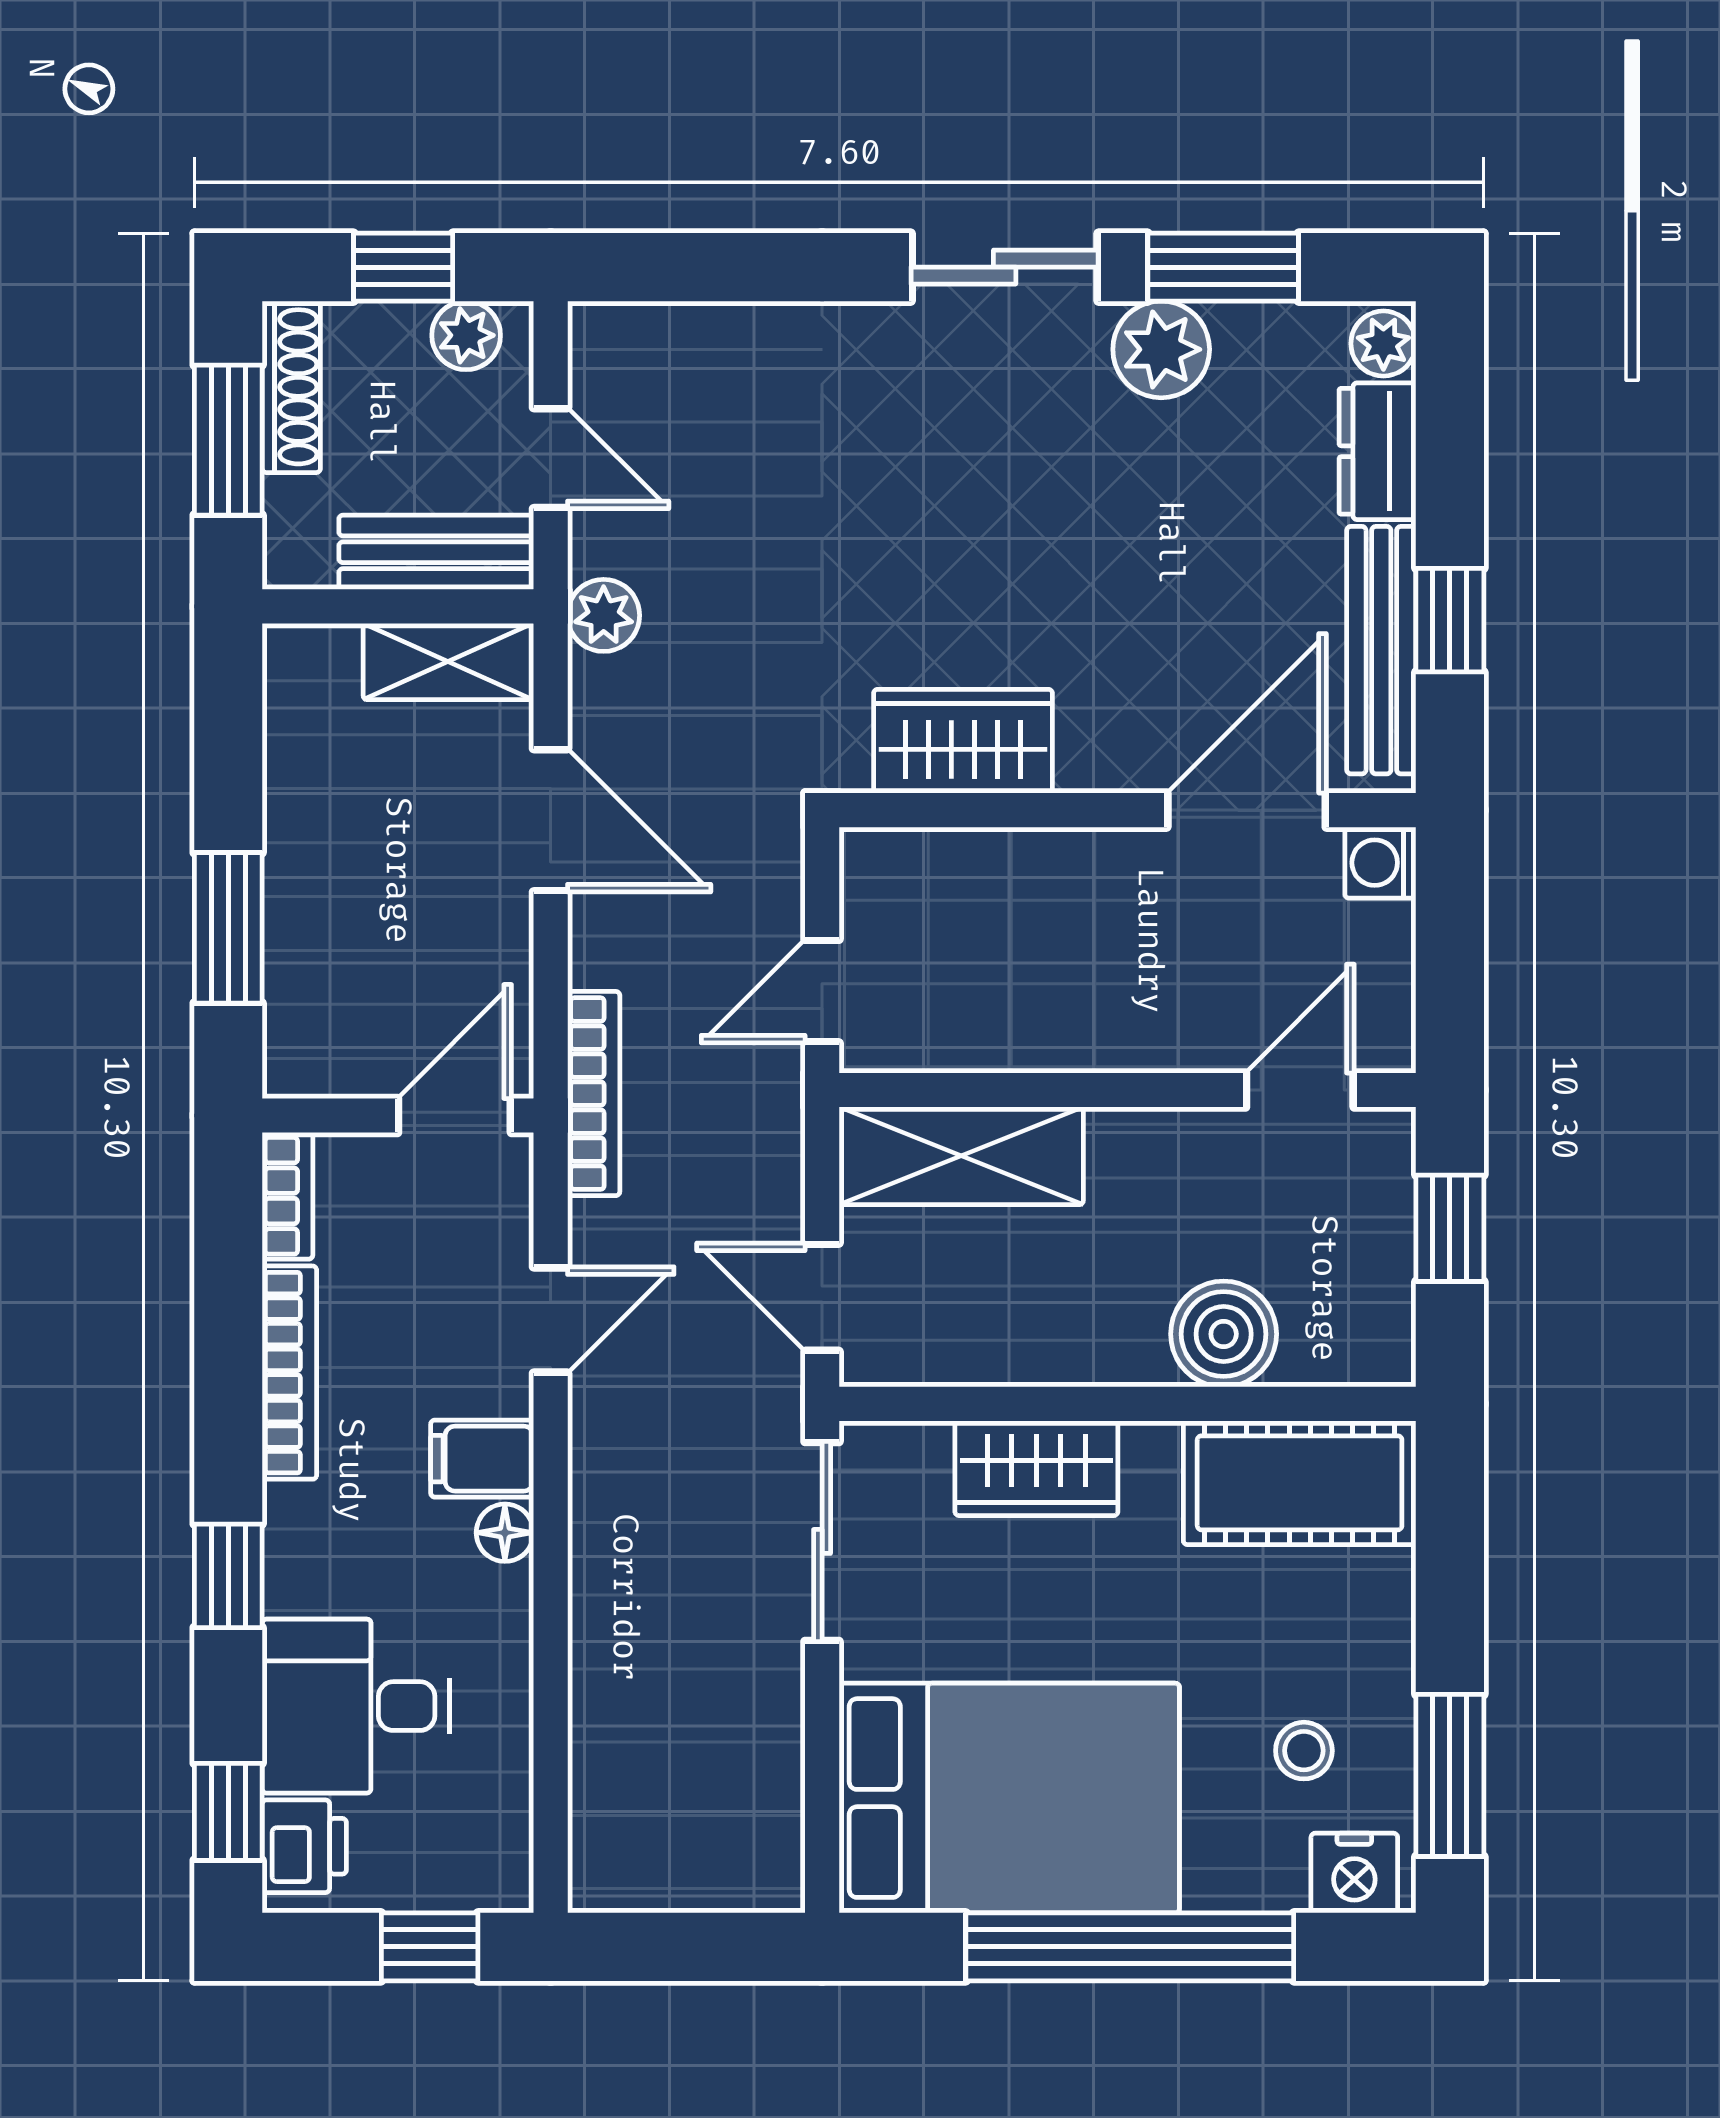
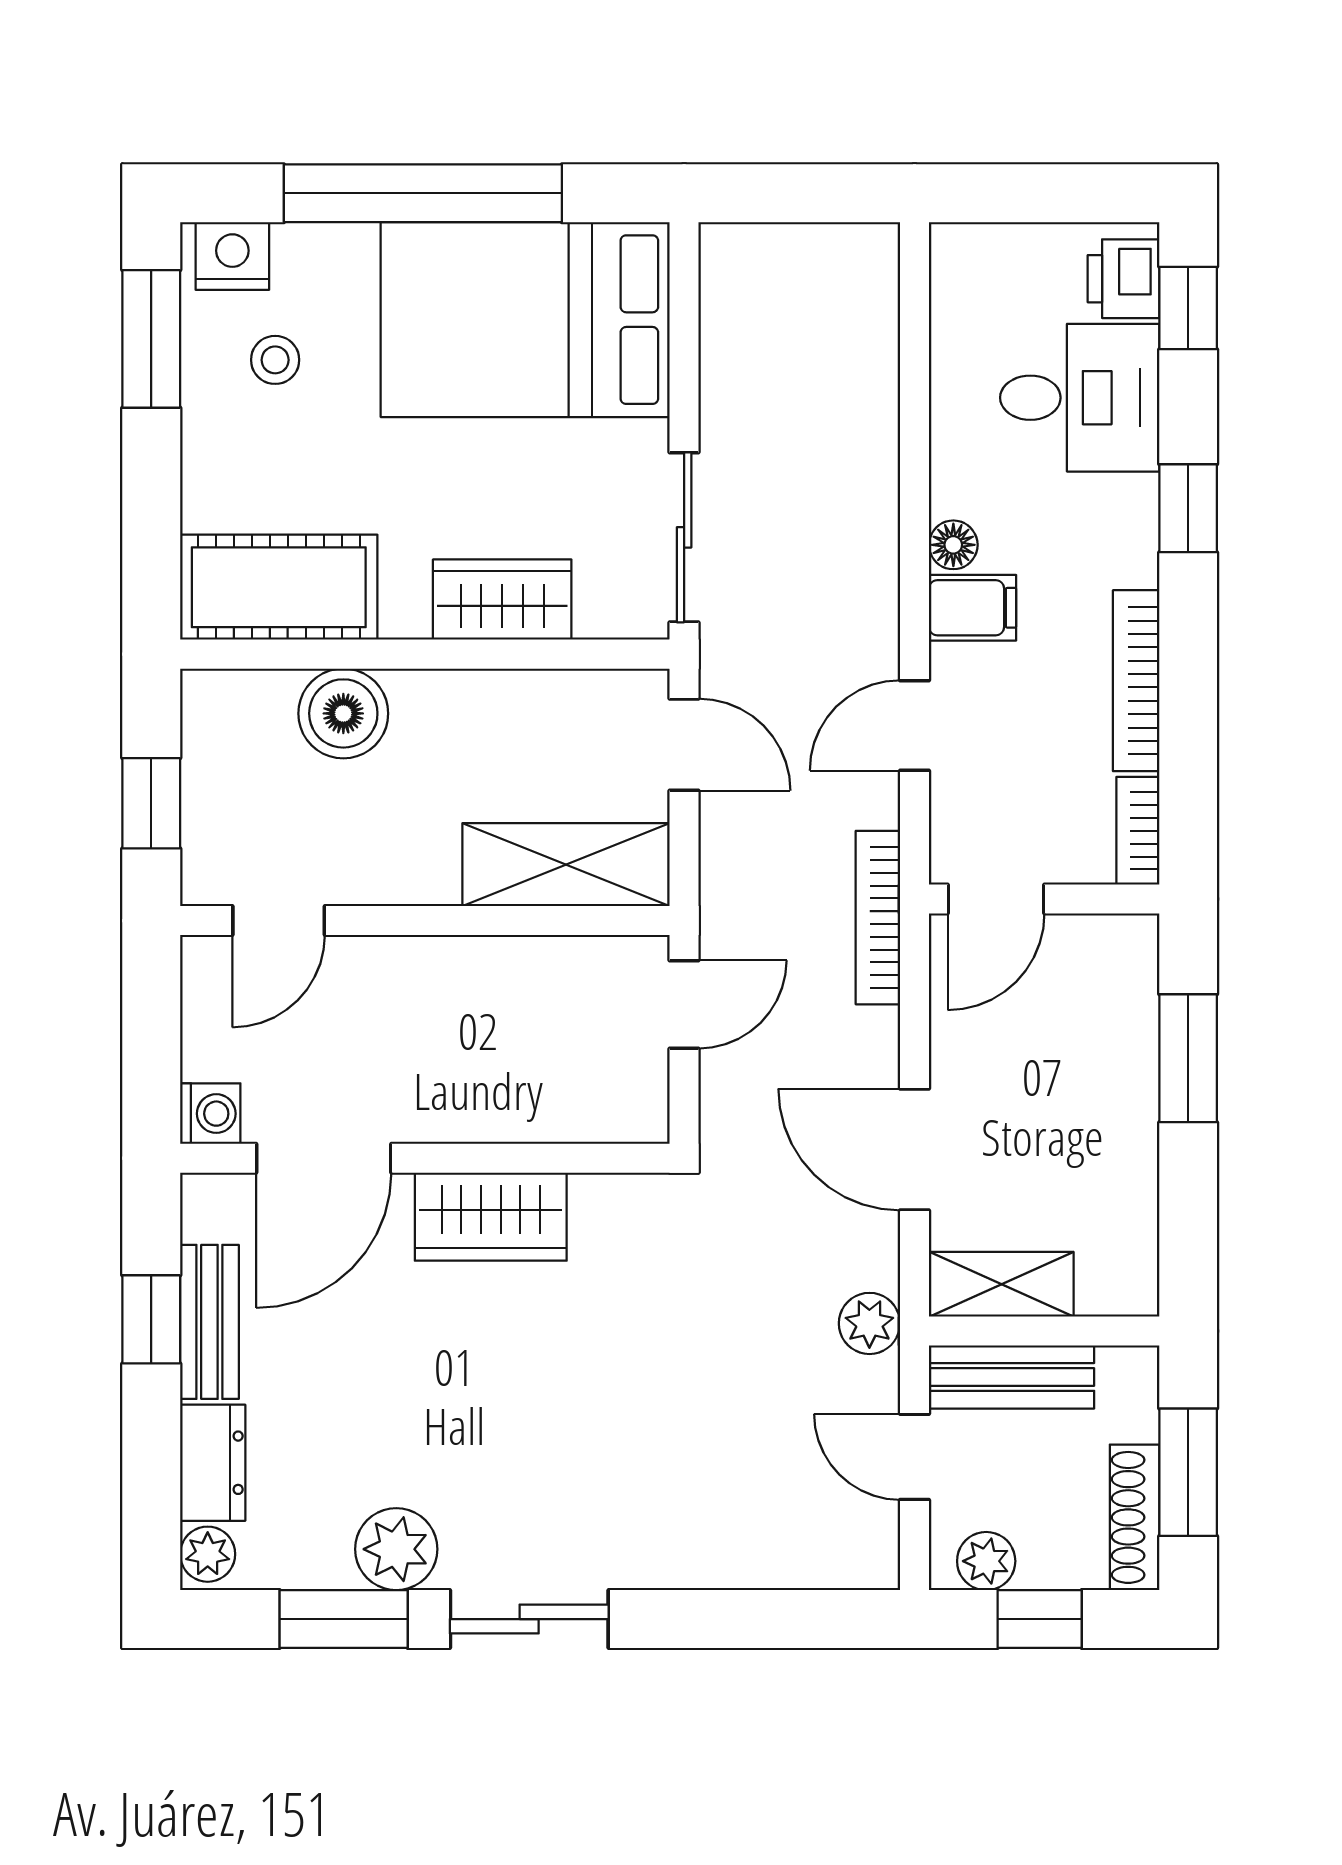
bench: (1381, 650) -> (209, 1322), width x0.73
wardrobe: (963, 741) -> (491, 1217), moved
window: (430, 1947) -> (1017, 193), removed

